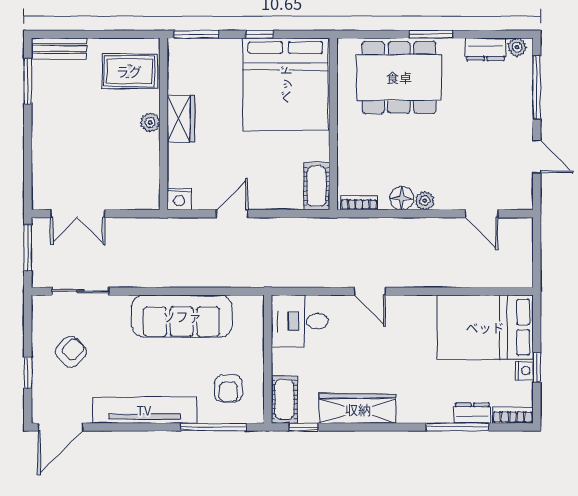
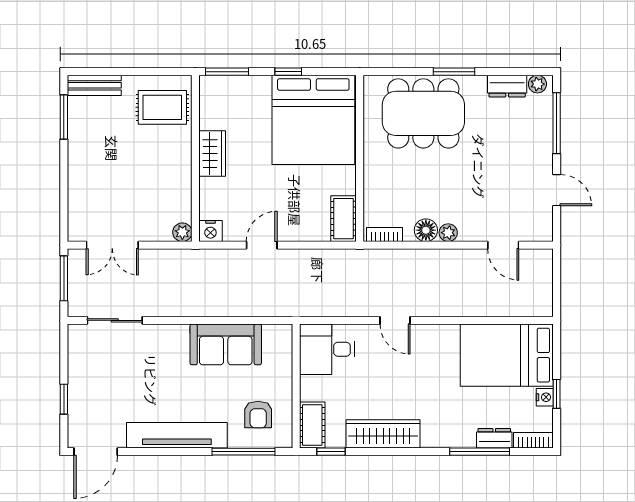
plant: (150, 122) -> (182, 232), moved
sofa: (182, 316) -> (226, 344), width x0.73
armchair: (71, 352) -> (106, 379), removed

